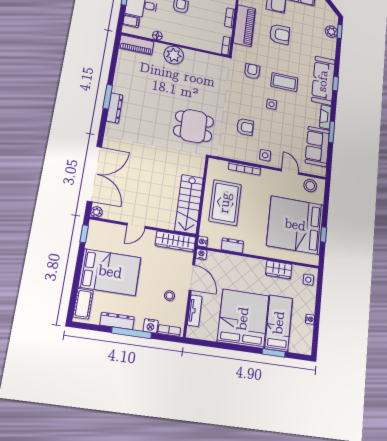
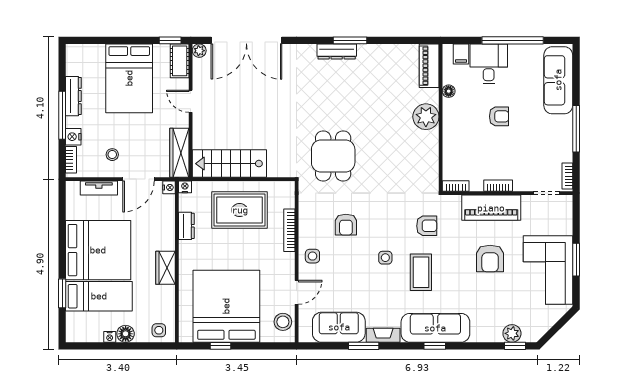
wardrobe: (279, 270) -> (165, 268), moved
cot: (83, 304) -> (180, 61), moved, turned 90
floor lamp: (309, 306) -> (126, 334), added

